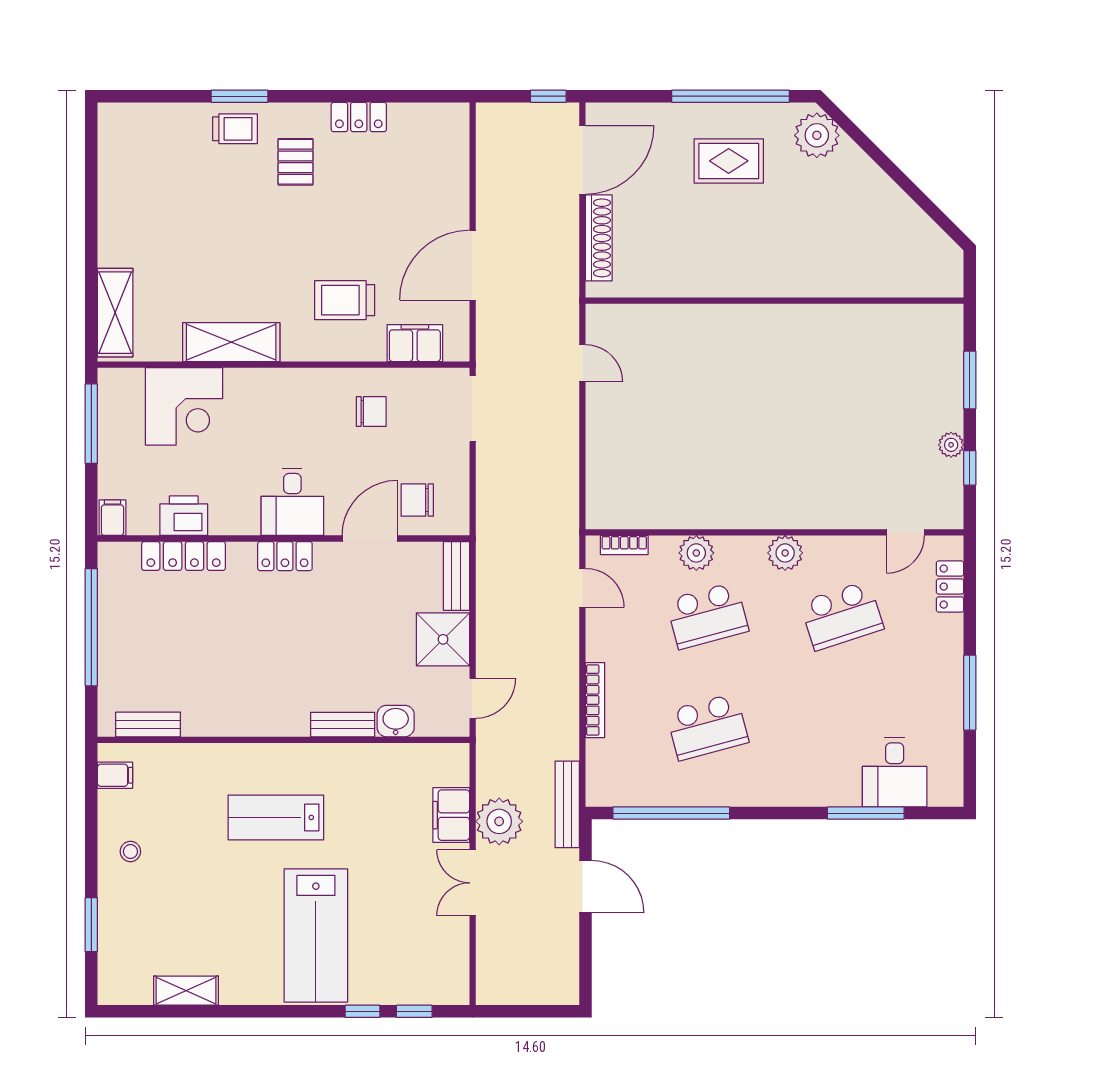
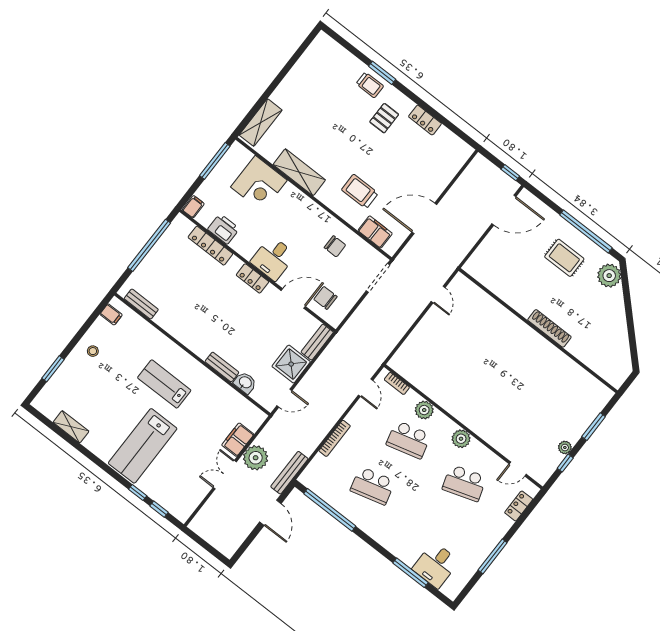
shoe rack: (599, 238) -> (549, 328), moved, turned -90

